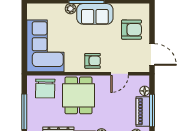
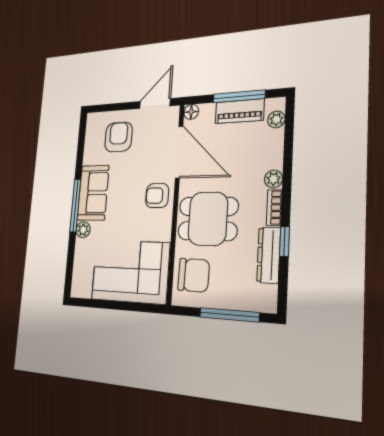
armchair: (93, 61) -> (157, 196), turned -90
door: (120, 74) -> (179, 152), width x1.87
floor lamp: (145, 91) -> (191, 112), moved

